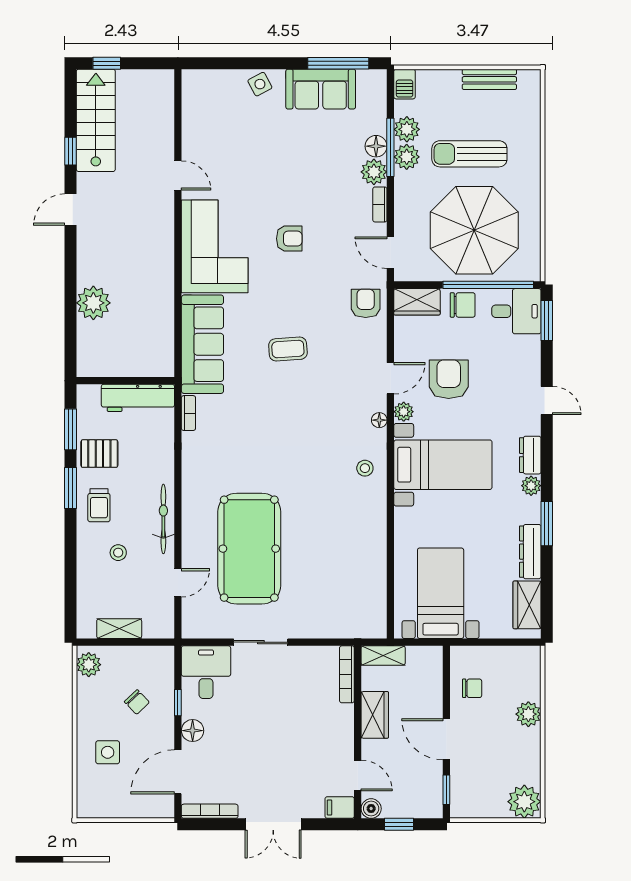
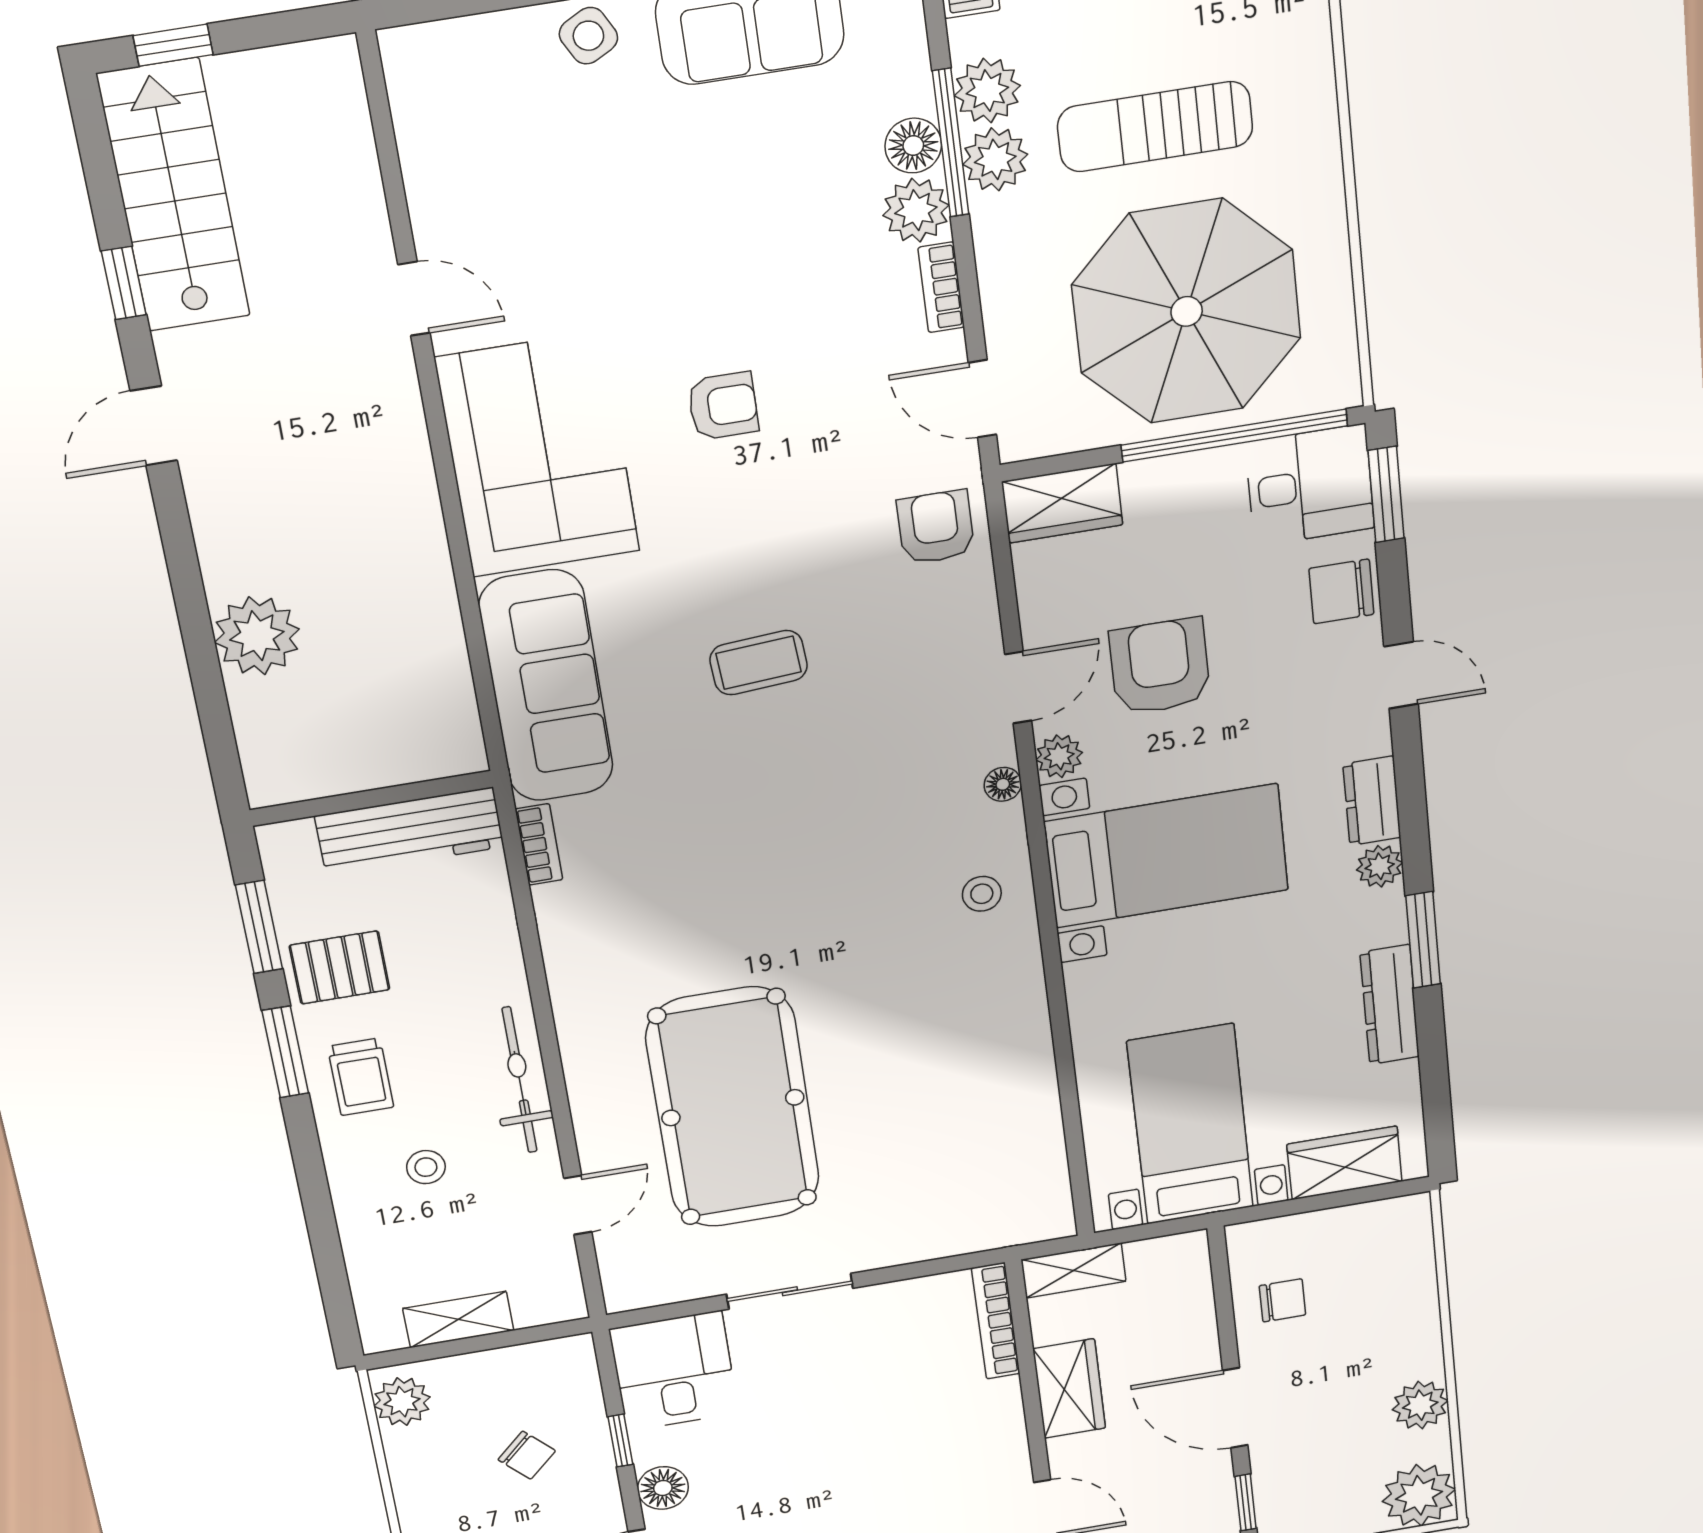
chair: (463, 305) -> (1341, 591), moved, turned 180
wardrobe: (527, 605) -> (1344, 1163), moved, turned 90
plant: (528, 714) -> (1420, 1405), moved

